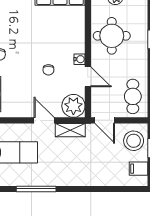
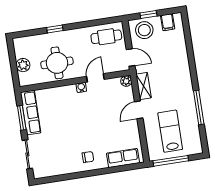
chair: (48, 70) -> (95, 113), removed
plant: (73, 106) -> (126, 81), width x0.53, depth x0.53
door: (105, 120) -> (131, 58), hinge flipped

